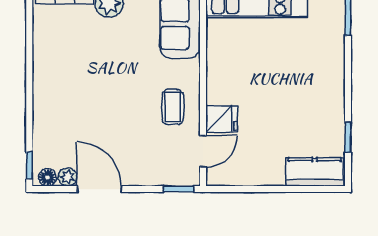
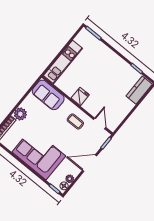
corner sofa: (67, 90) -> (39, 154), added
fridge: (222, 119) -> (80, 96), moved
door: (99, 189) -> (90, 163), moved

